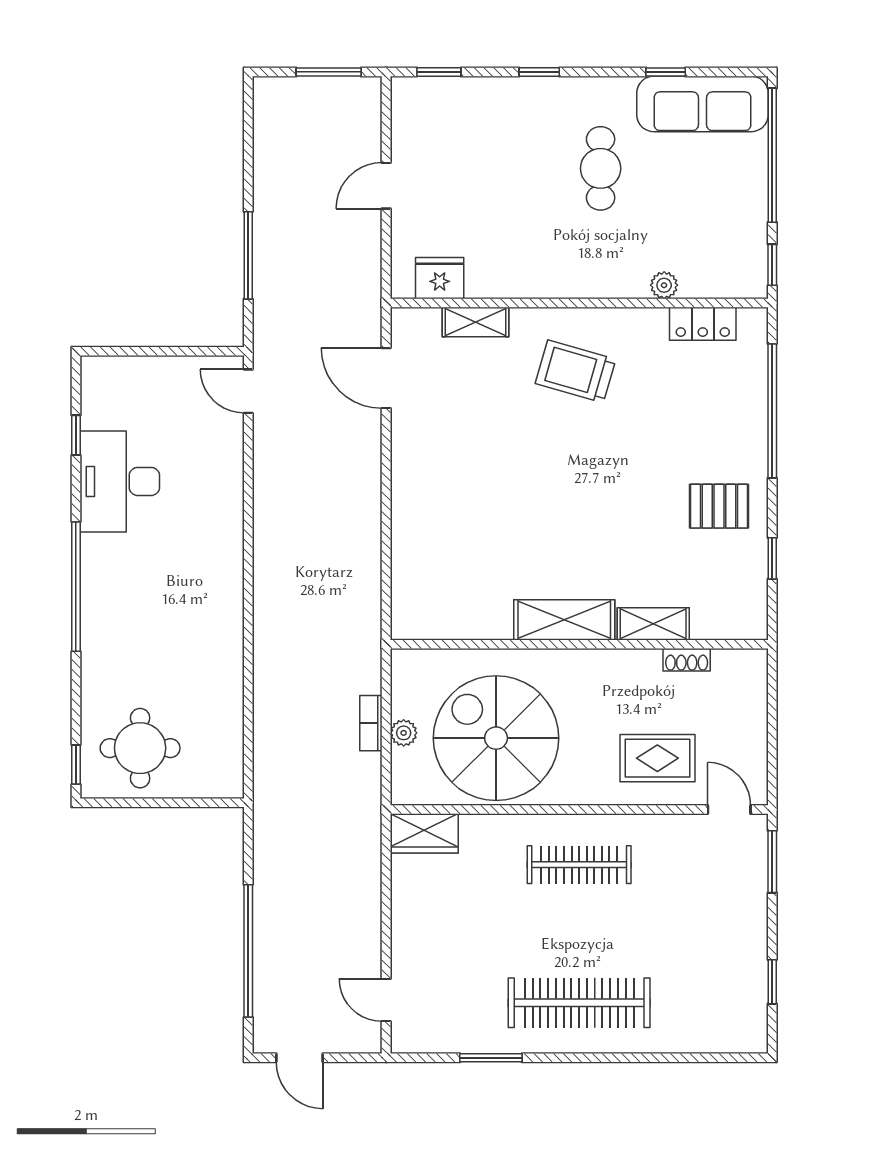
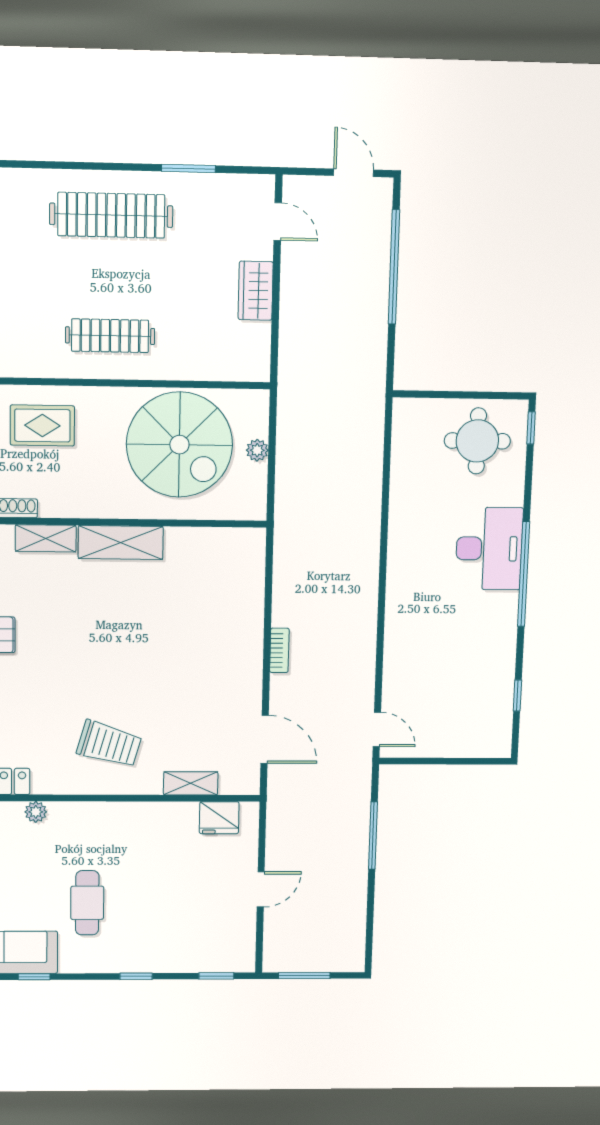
desk: (120, 481) -> (489, 549), moved
bookcase: (371, 723) -> (279, 650), moved
wardrobe: (424, 833) -> (256, 291), moved, turned -90

